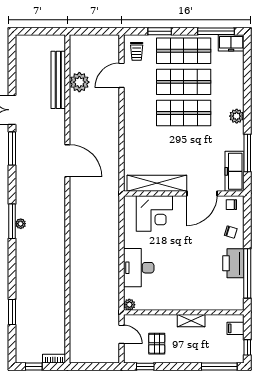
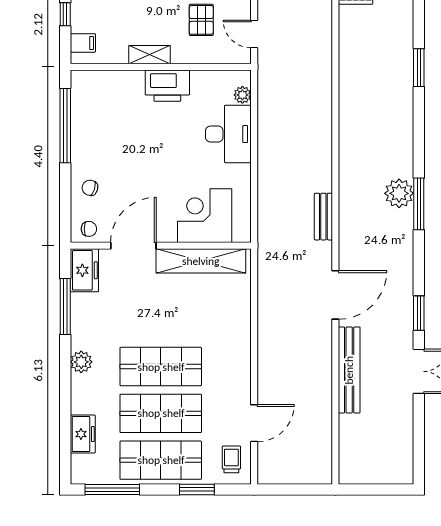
freezer: (231, 43) -> (83, 434), moved, turned 90
bench: (58, 80) -> (349, 370), moved
plant: (79, 82) -> (317, 413), removed
window: (12, 149) -> (419, 313), width x0.69
door: (67, 161) -> (335, 295), swing flipped
freezer: (235, 171) -> (84, 270), width x0.71
bench: (75, 213) -> (323, 217), added
plant: (21, 224) -> (399, 193), width x1.88, depth x1.88
printer: (233, 263) -> (167, 86), moved, turned 90
plant: (129, 305) -> (242, 95), moved

